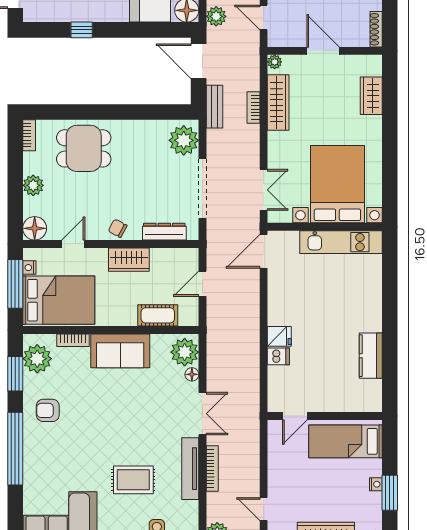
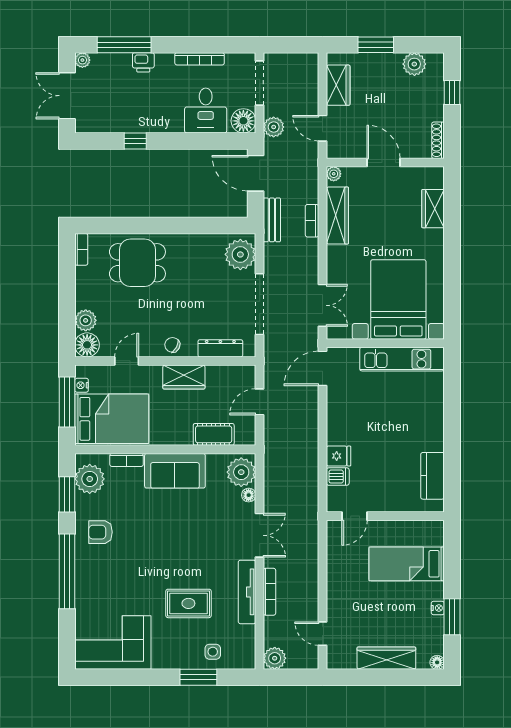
plant: (33, 185) -> (86, 320), moved
door: (295, 416) -> (355, 516), moved
wall: (325, 416) -> (385, 516), moved

